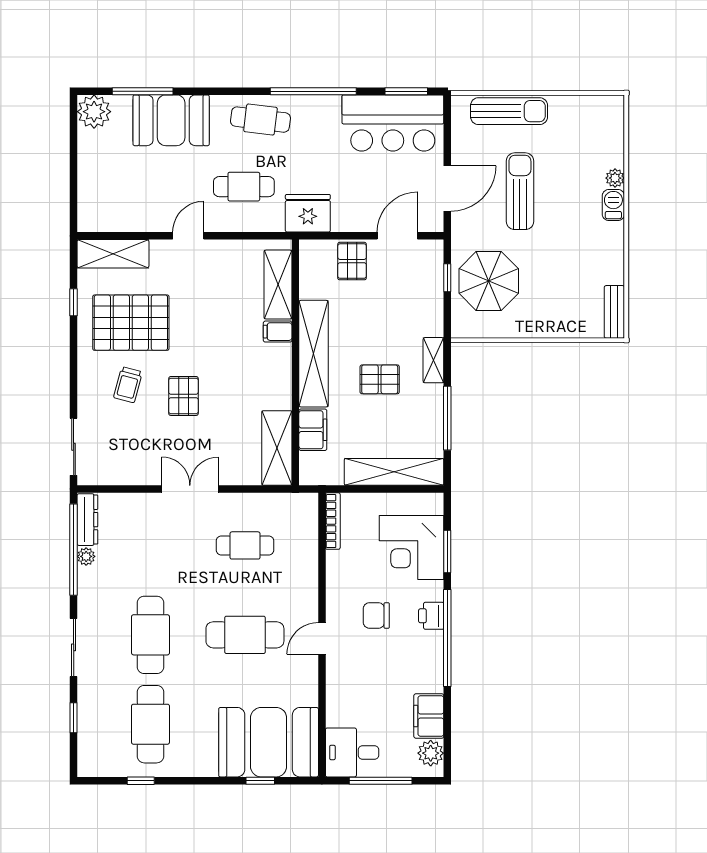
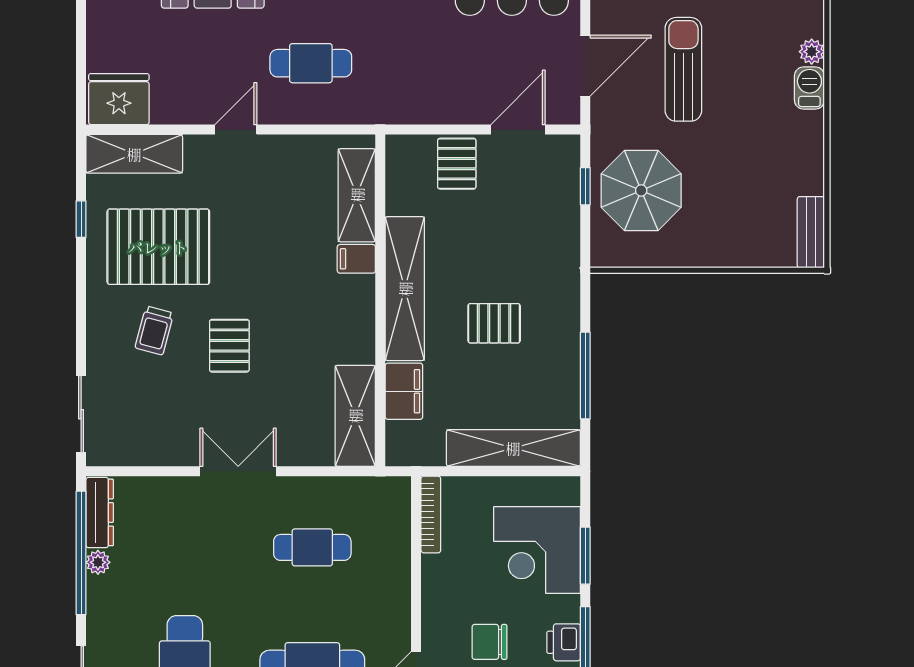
fridge: (308, 213) -> (119, 99), moved
shelving: (433, 360) -> (567, 297), removed

